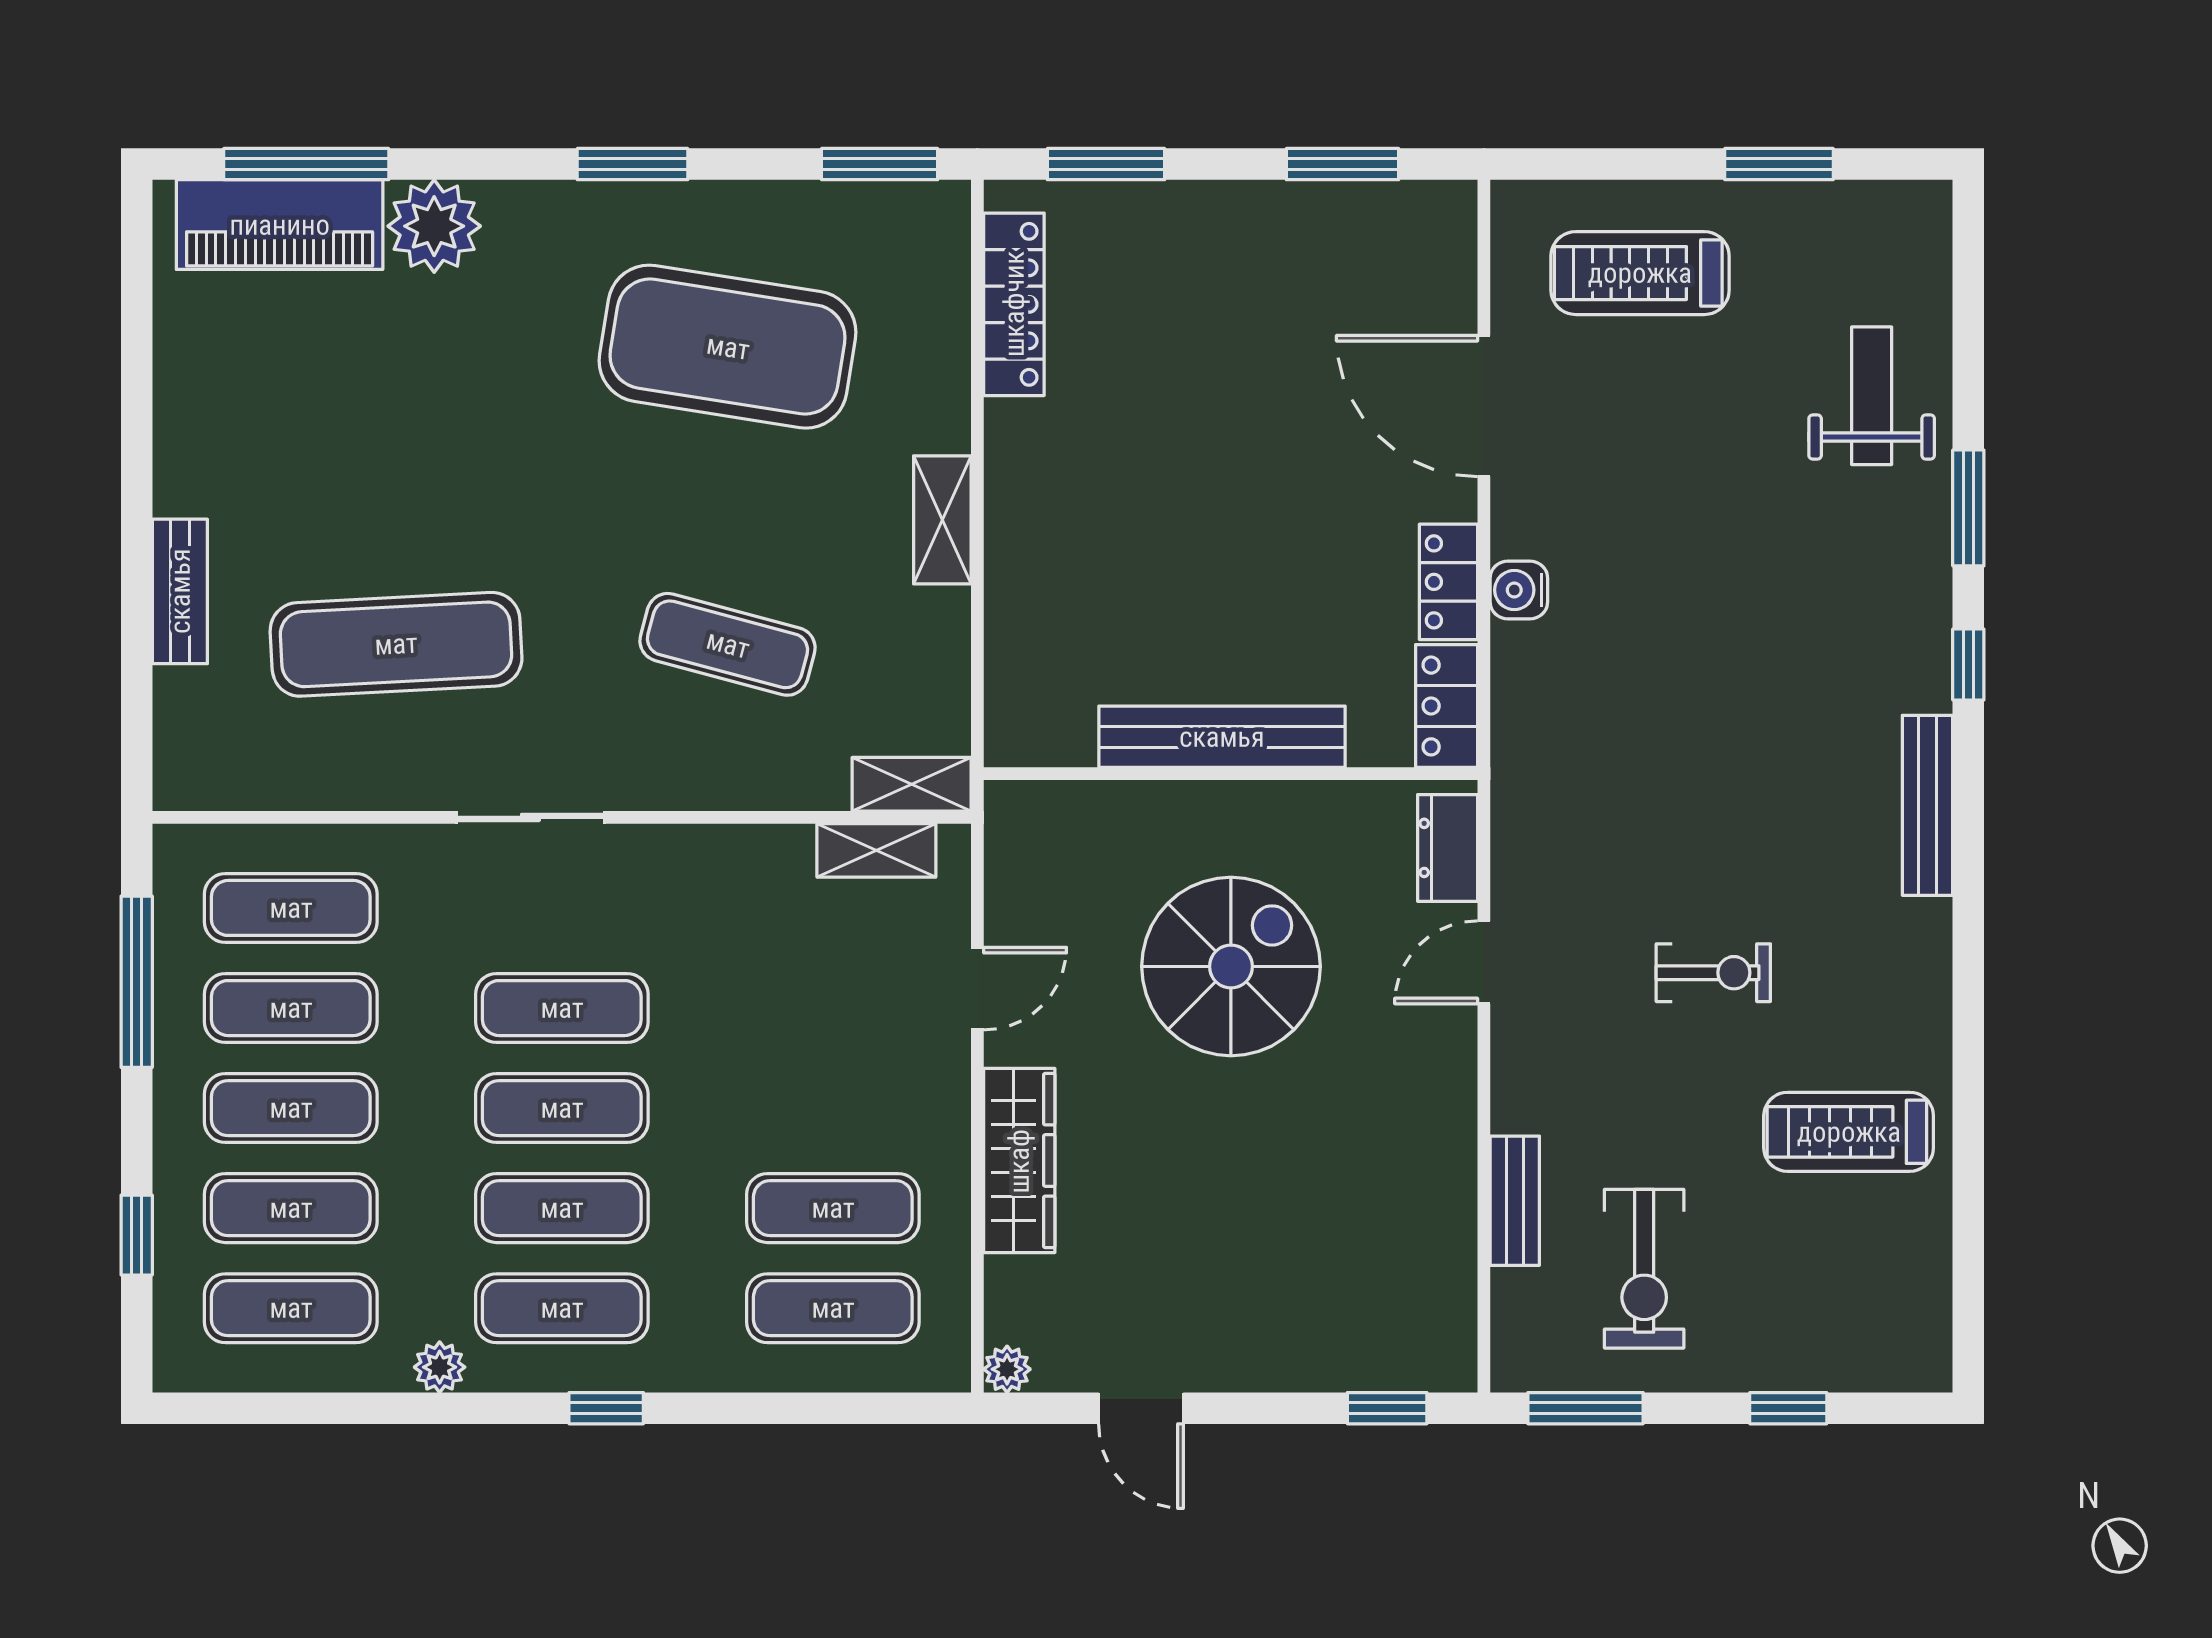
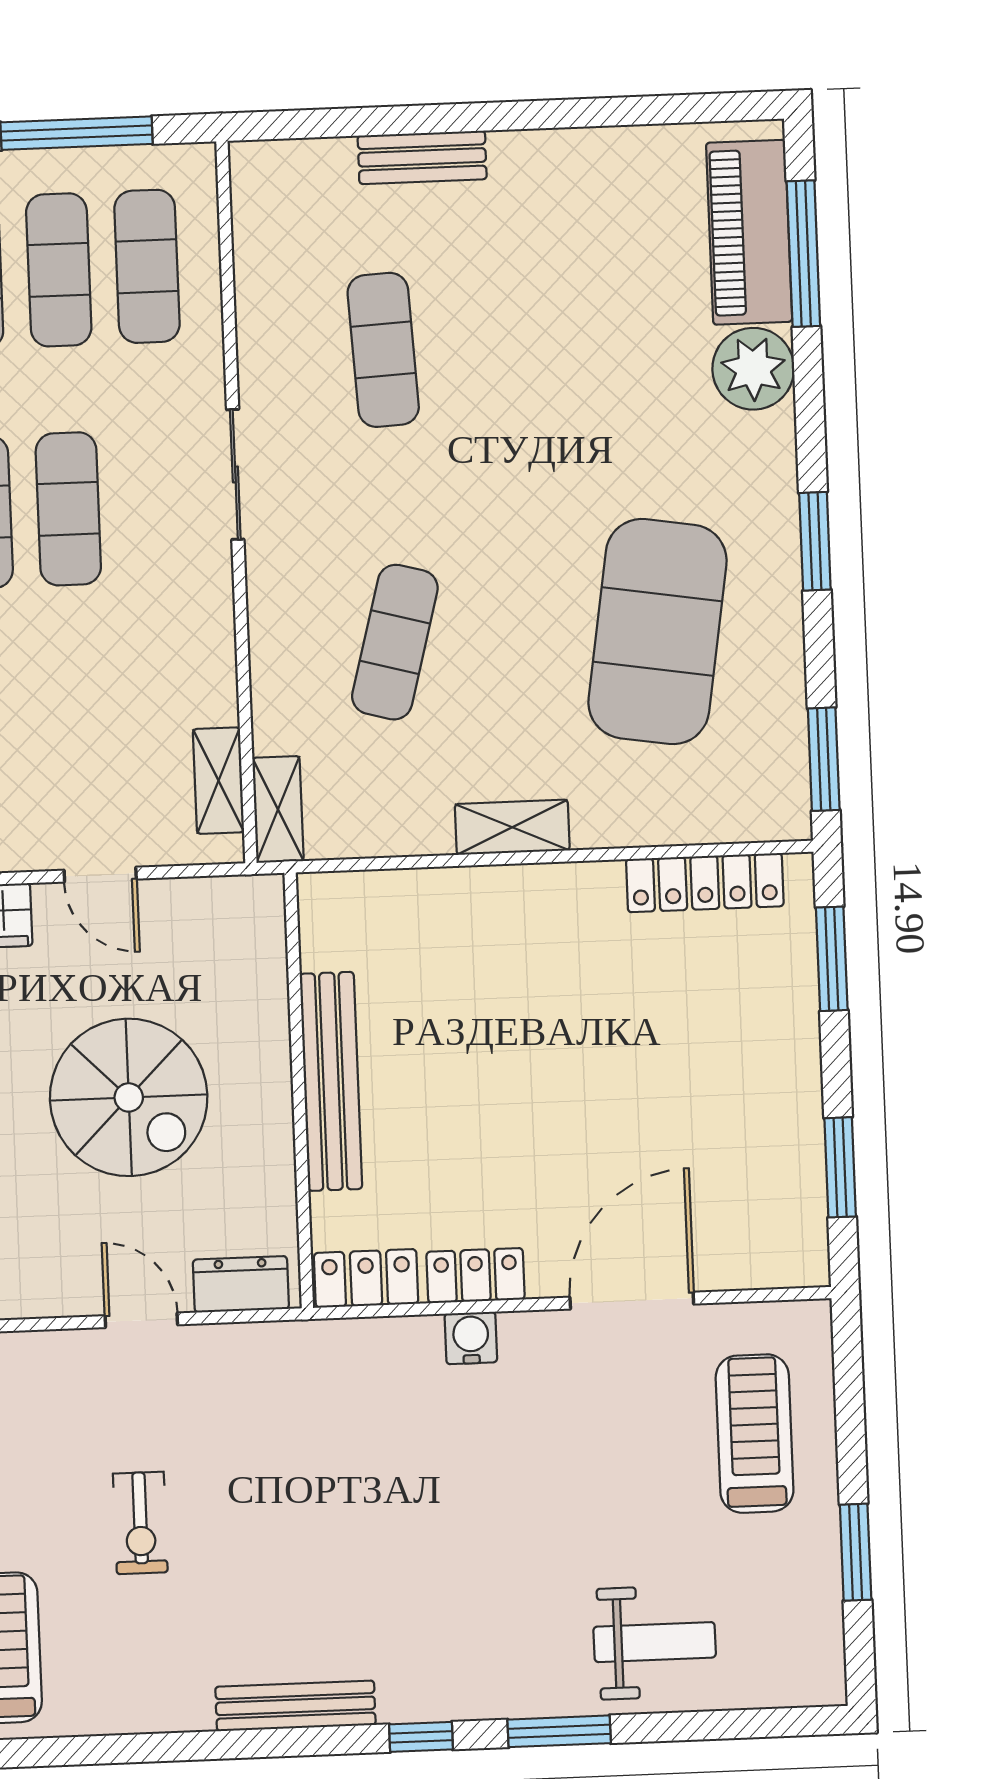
exercise mat: (396, 644) -> (383, 350), width x0.73, depth x0.69

